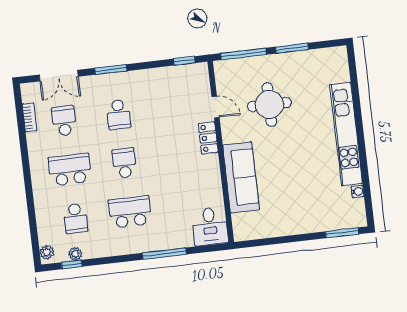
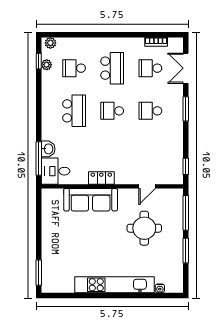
school desk: (64, 121) -> (150, 68), turned 180
locker: (208, 138) -> (101, 178), moved
school desk: (124, 163) -> (112, 111), turned 180
water cooler: (358, 191) -> (160, 288), moved
washbasin: (183, 239) -> (48, 149), added
window: (164, 254) -> (39, 159), moved

